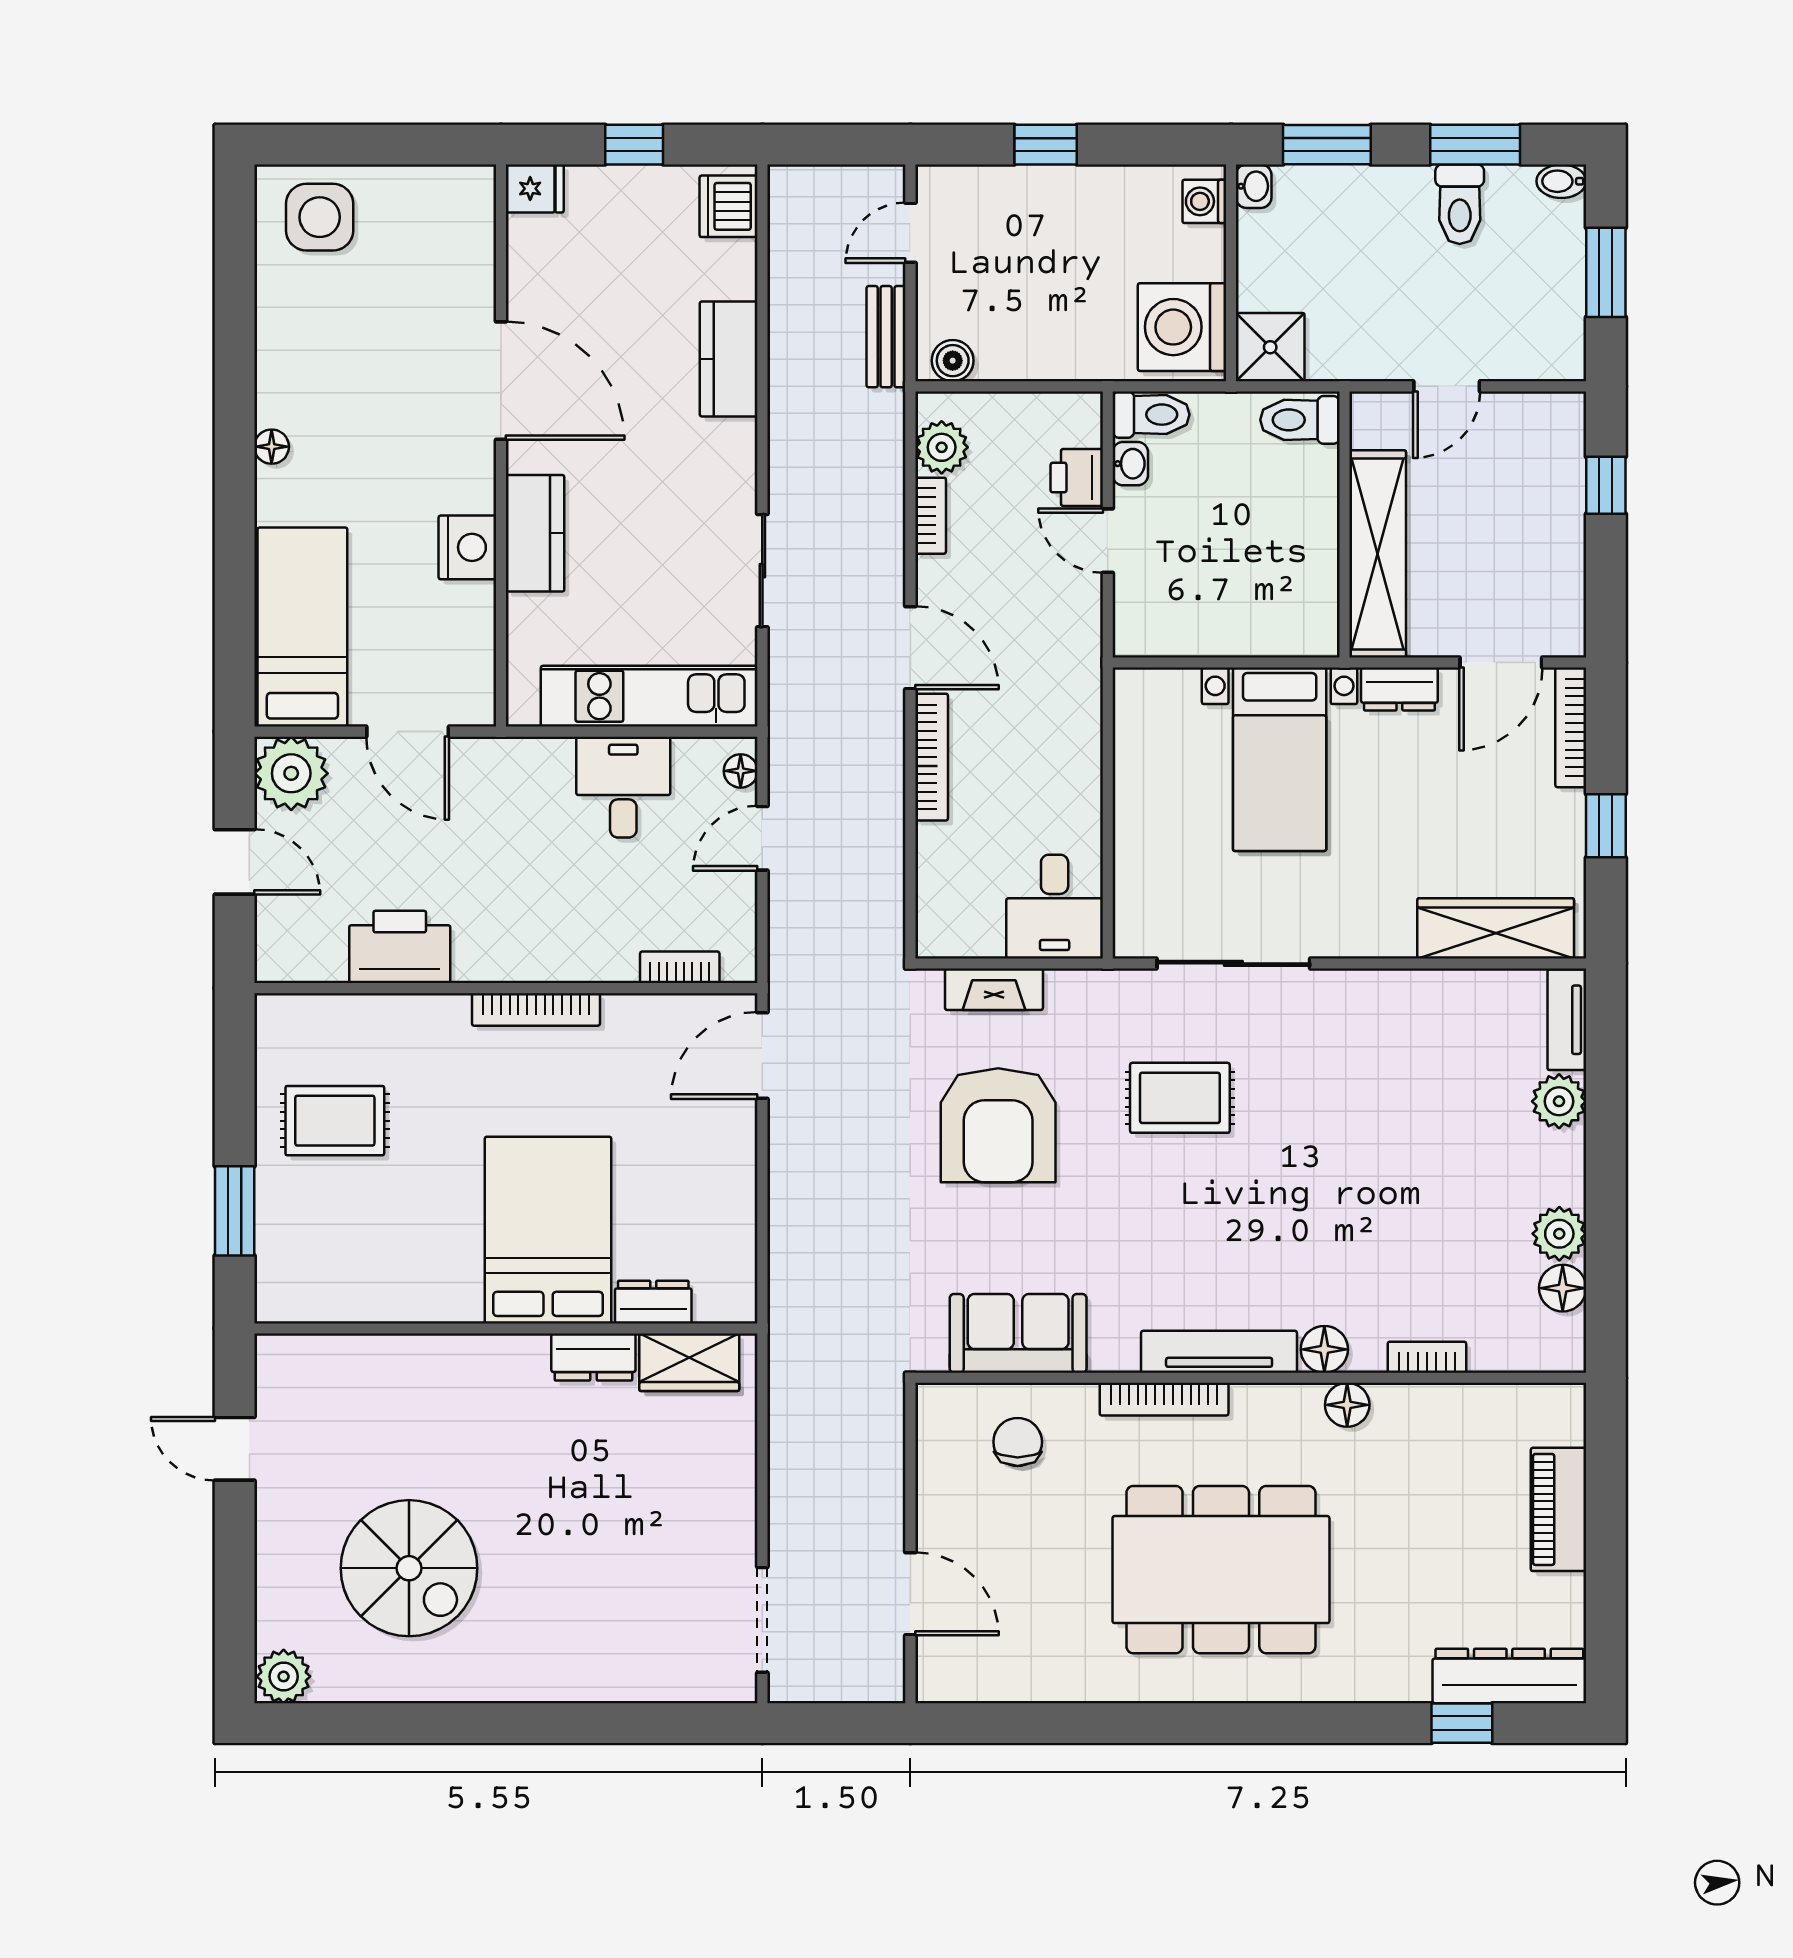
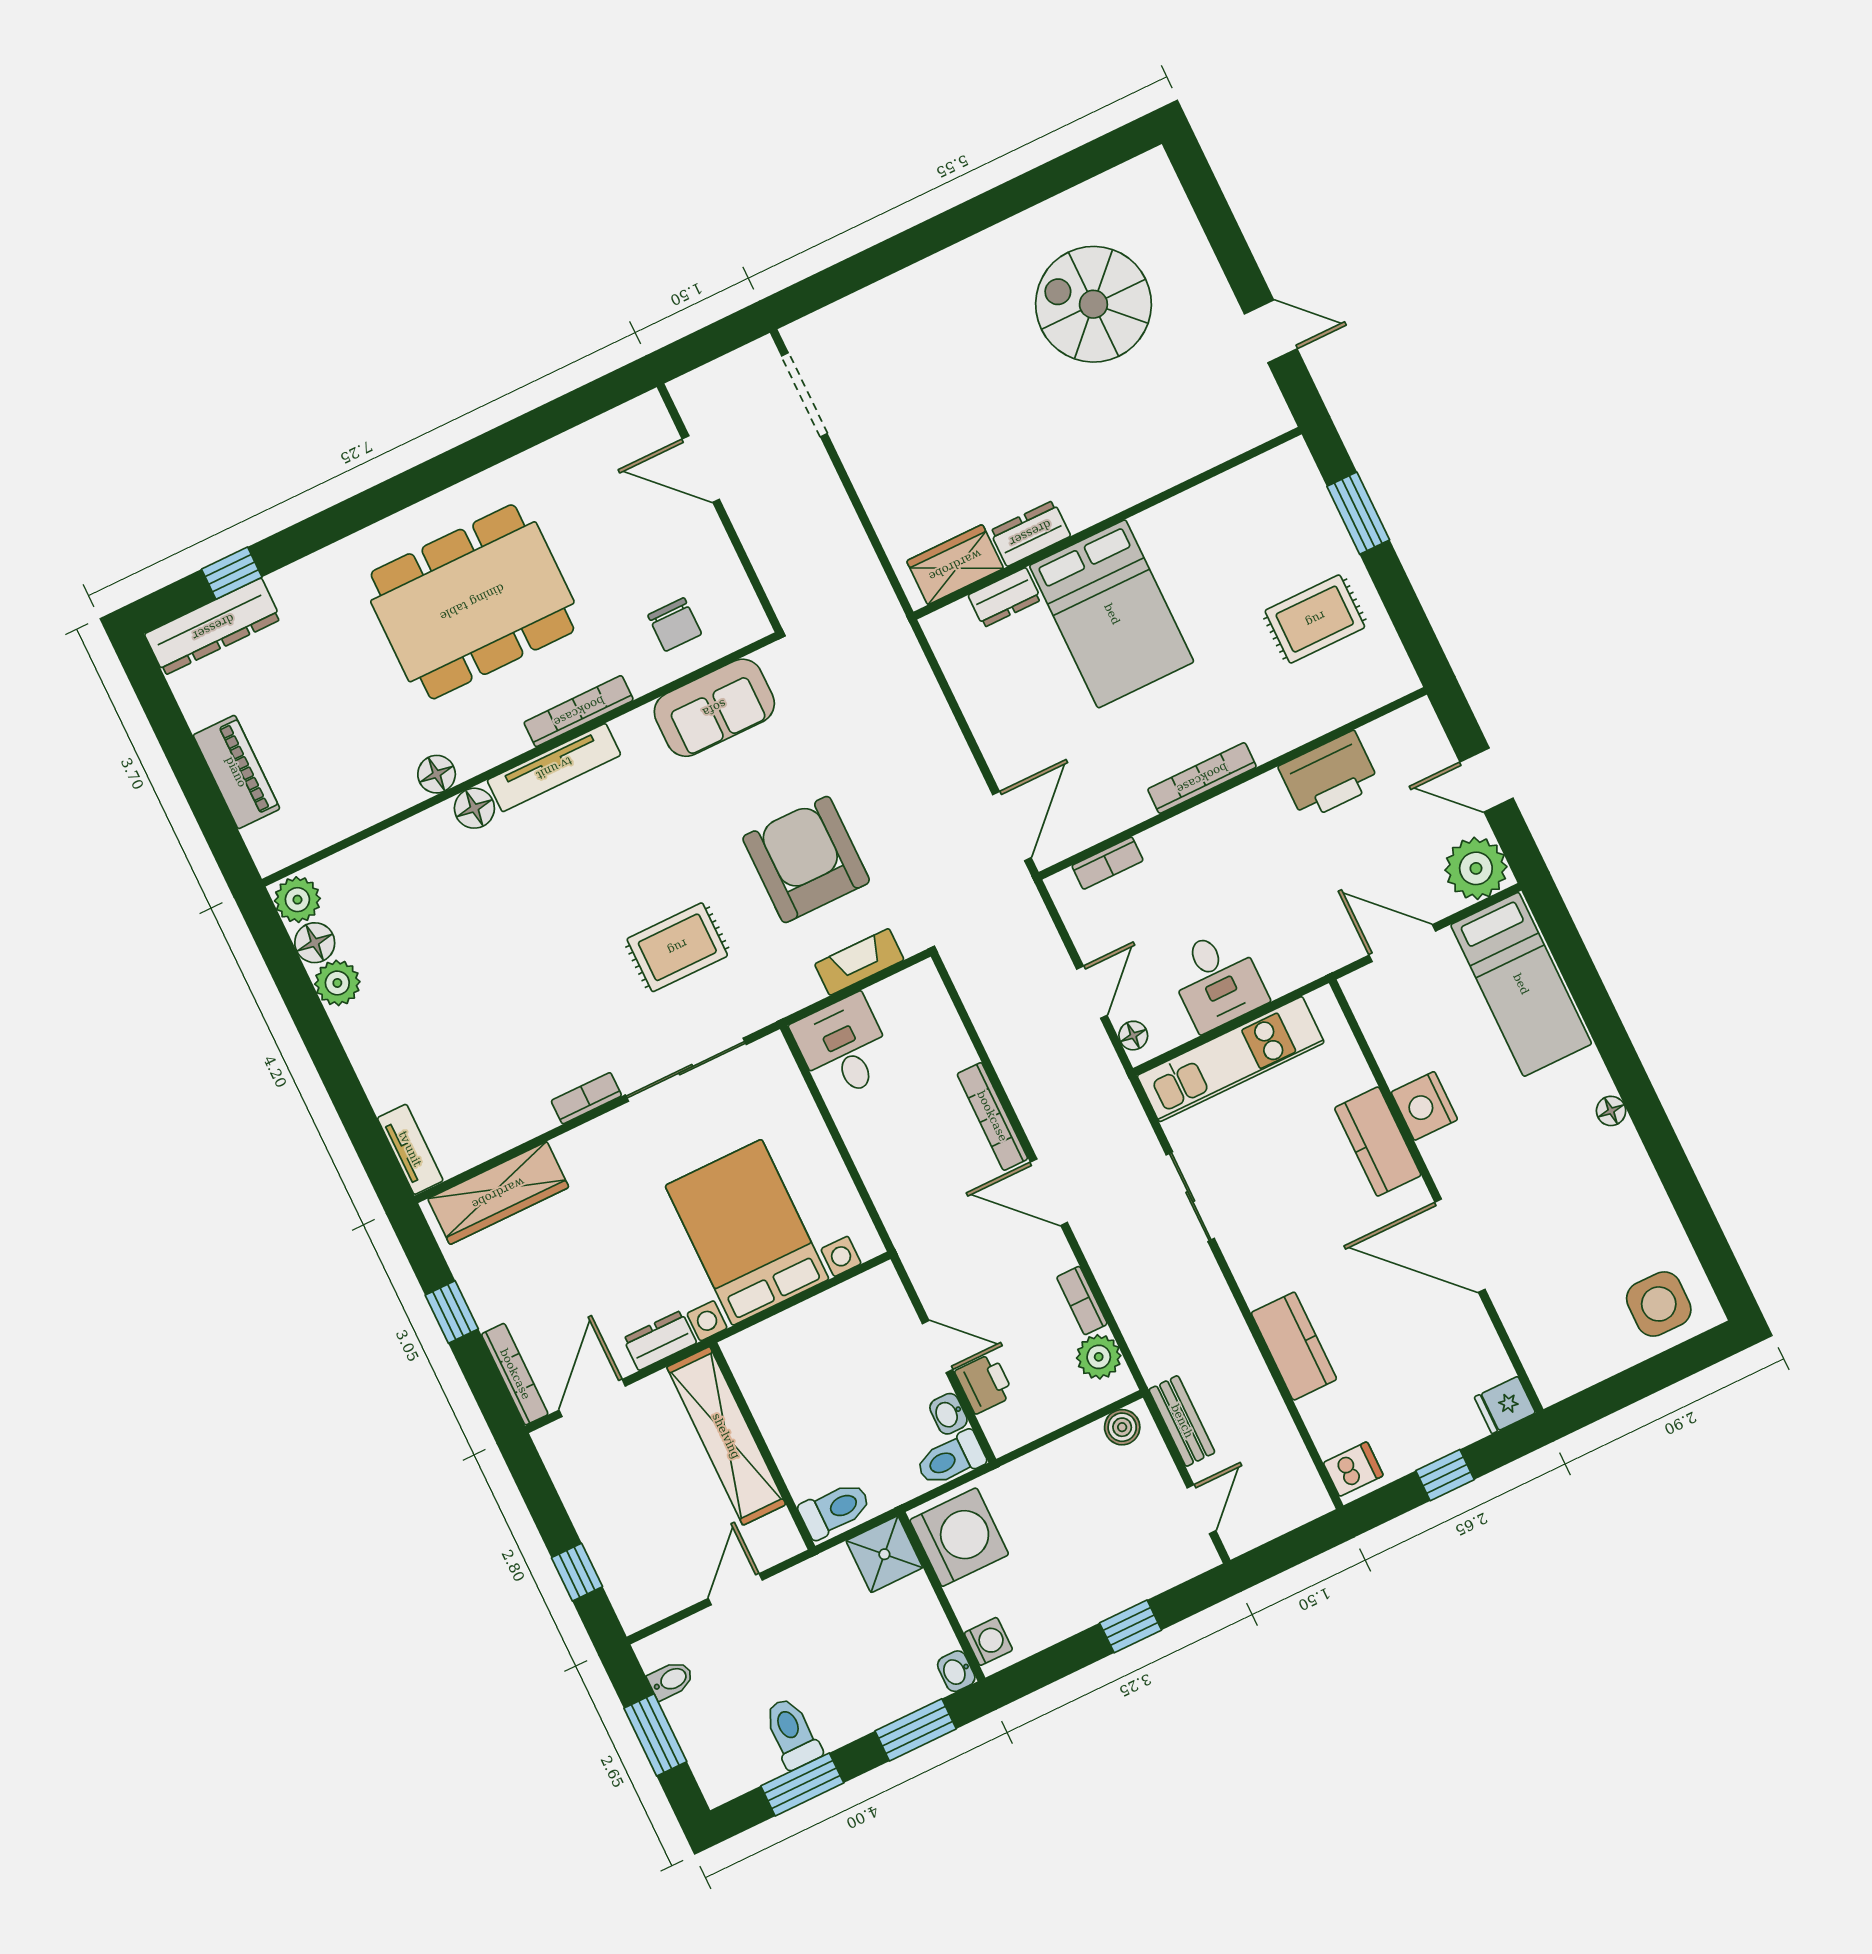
bidet: (1561, 181) -> (671, 1680), moved
dishwasher: (729, 206) -> (1353, 1469), width x0.73
bed with nightstands: (1280, 759) -> (747, 1232), width x1.36
plant: (1559, 1101) -> (297, 900), moved
bookcase: (1427, 1357) -> (586, 1098), moved, turned 180
plant: (284, 1676) -> (1150, 175), removed

